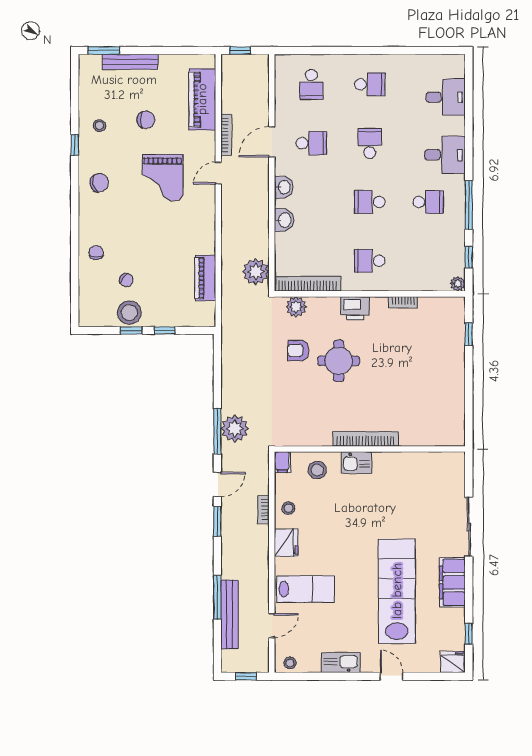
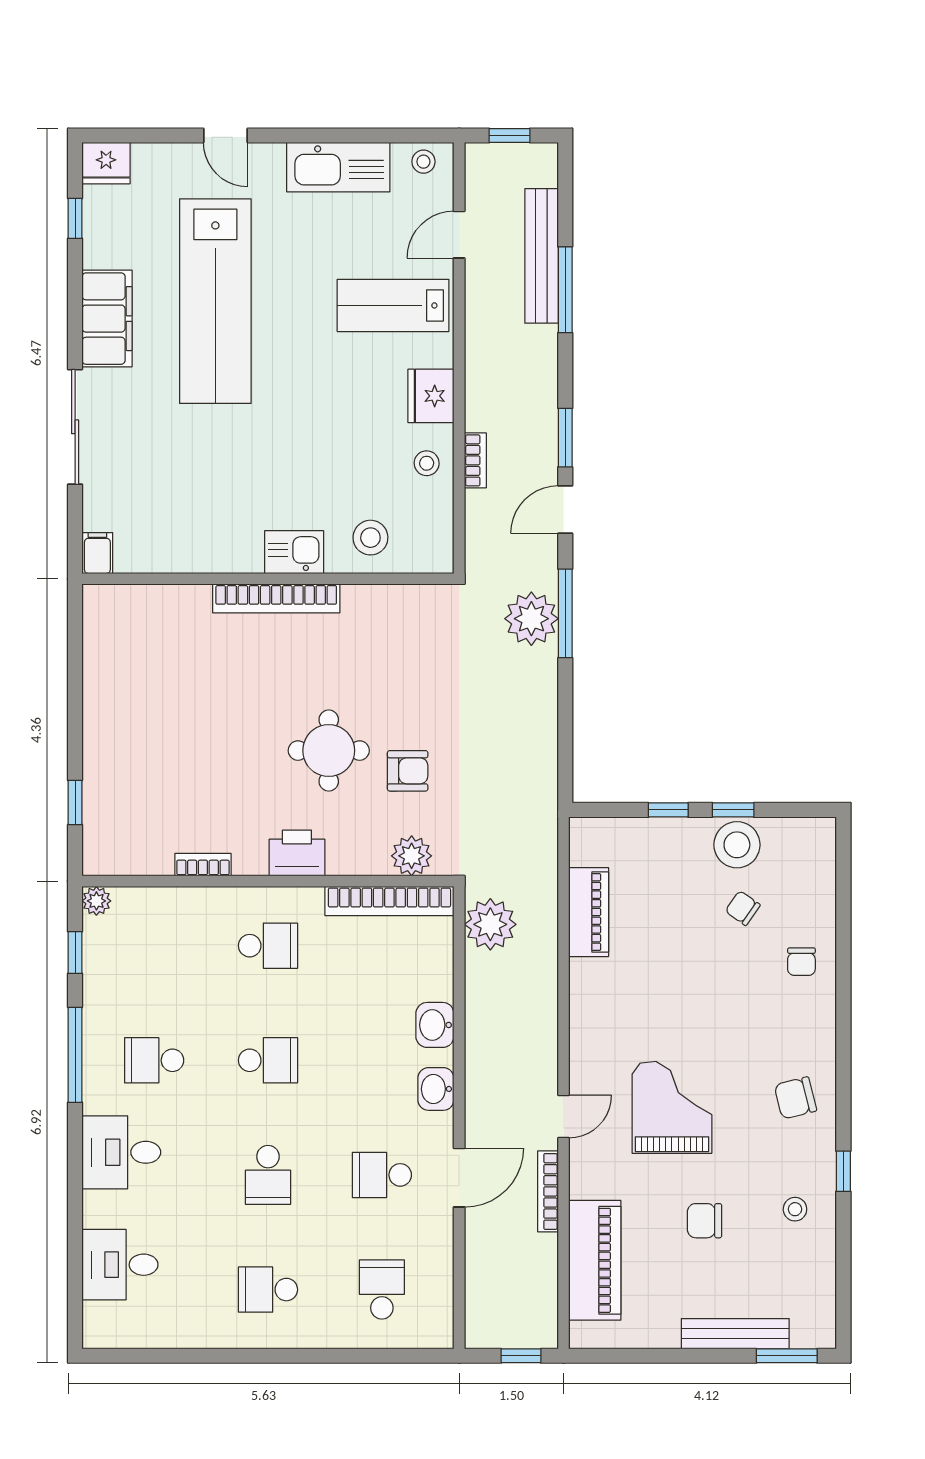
filing cabinet: (282, 462) -> (97, 553), moved
kitchen sink: (341, 663) -> (338, 167), width x1.36, depth x1.24

